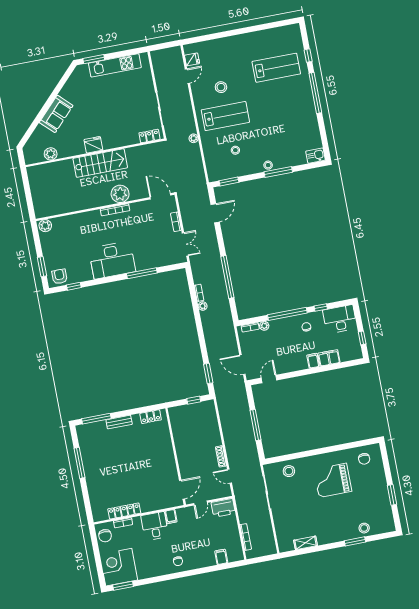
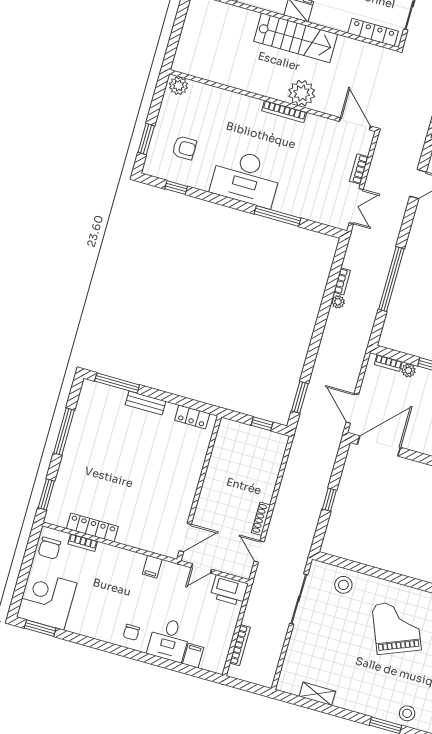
locker: (150, 136) -> (373, 32), width x1.53
armchair: (60, 276) -> (184, 148), moved, turned 90
door: (269, 379) -> (379, 446), width x1.87
window: (256, 425) -> (329, 500), width x0.46
grand piano: (333, 480) -> (397, 627), turned 68
window: (87, 505) -> (46, 494), added
desk: (155, 526) -> (169, 640), moved, turned 180

